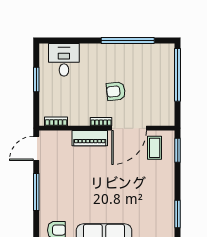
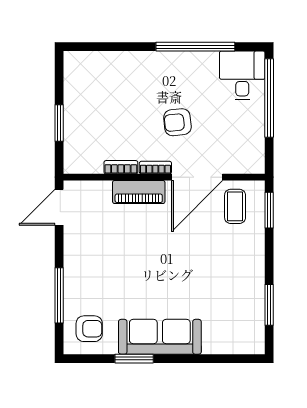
desk: (64, 60) -> (242, 75), moved
window: (36, 79) -> (59, 123), moved
bookcase: (56, 121) -> (121, 167), moved
window: (36, 192) -> (59, 295), moved

